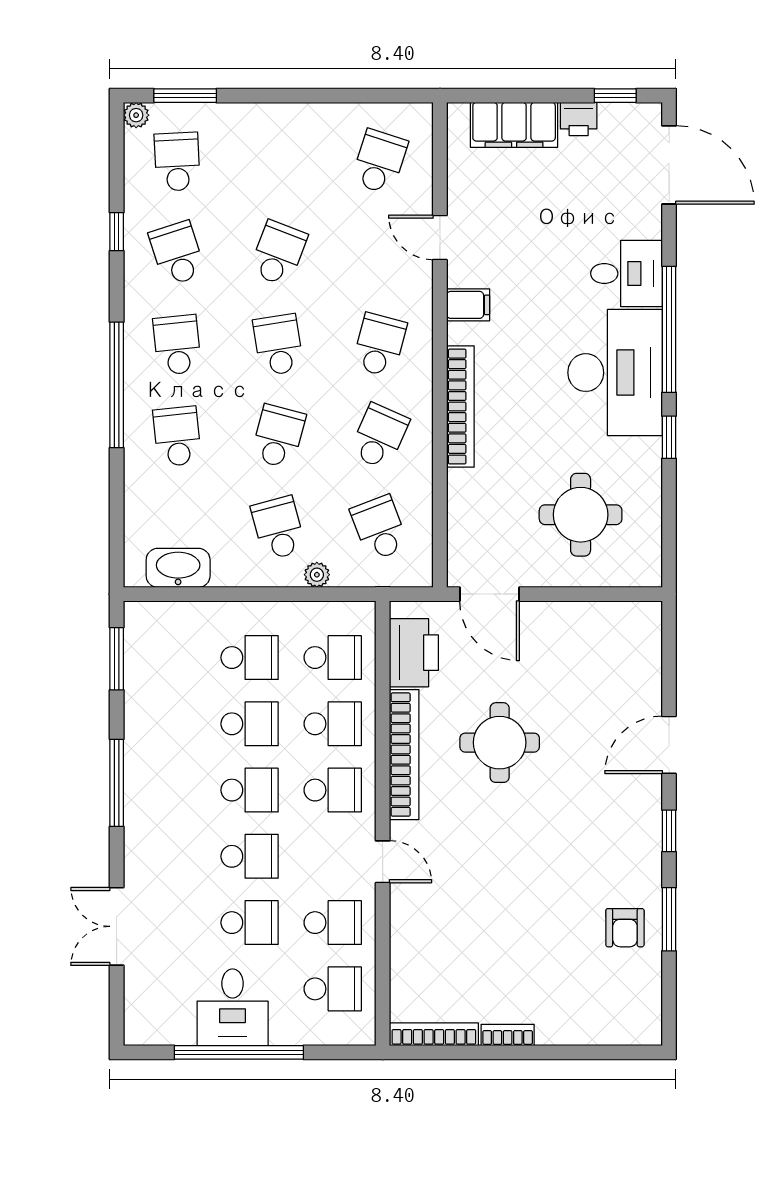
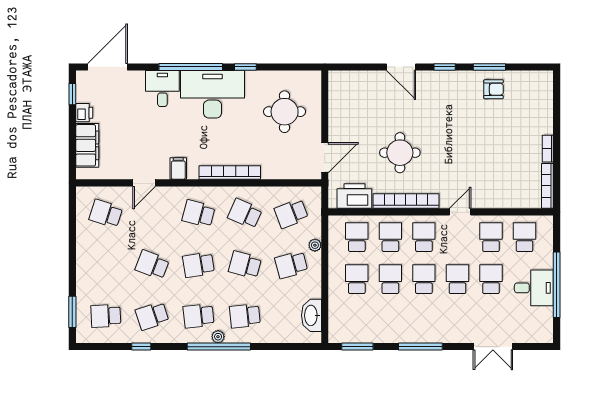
plant: (136, 115) -> (218, 337), moved

